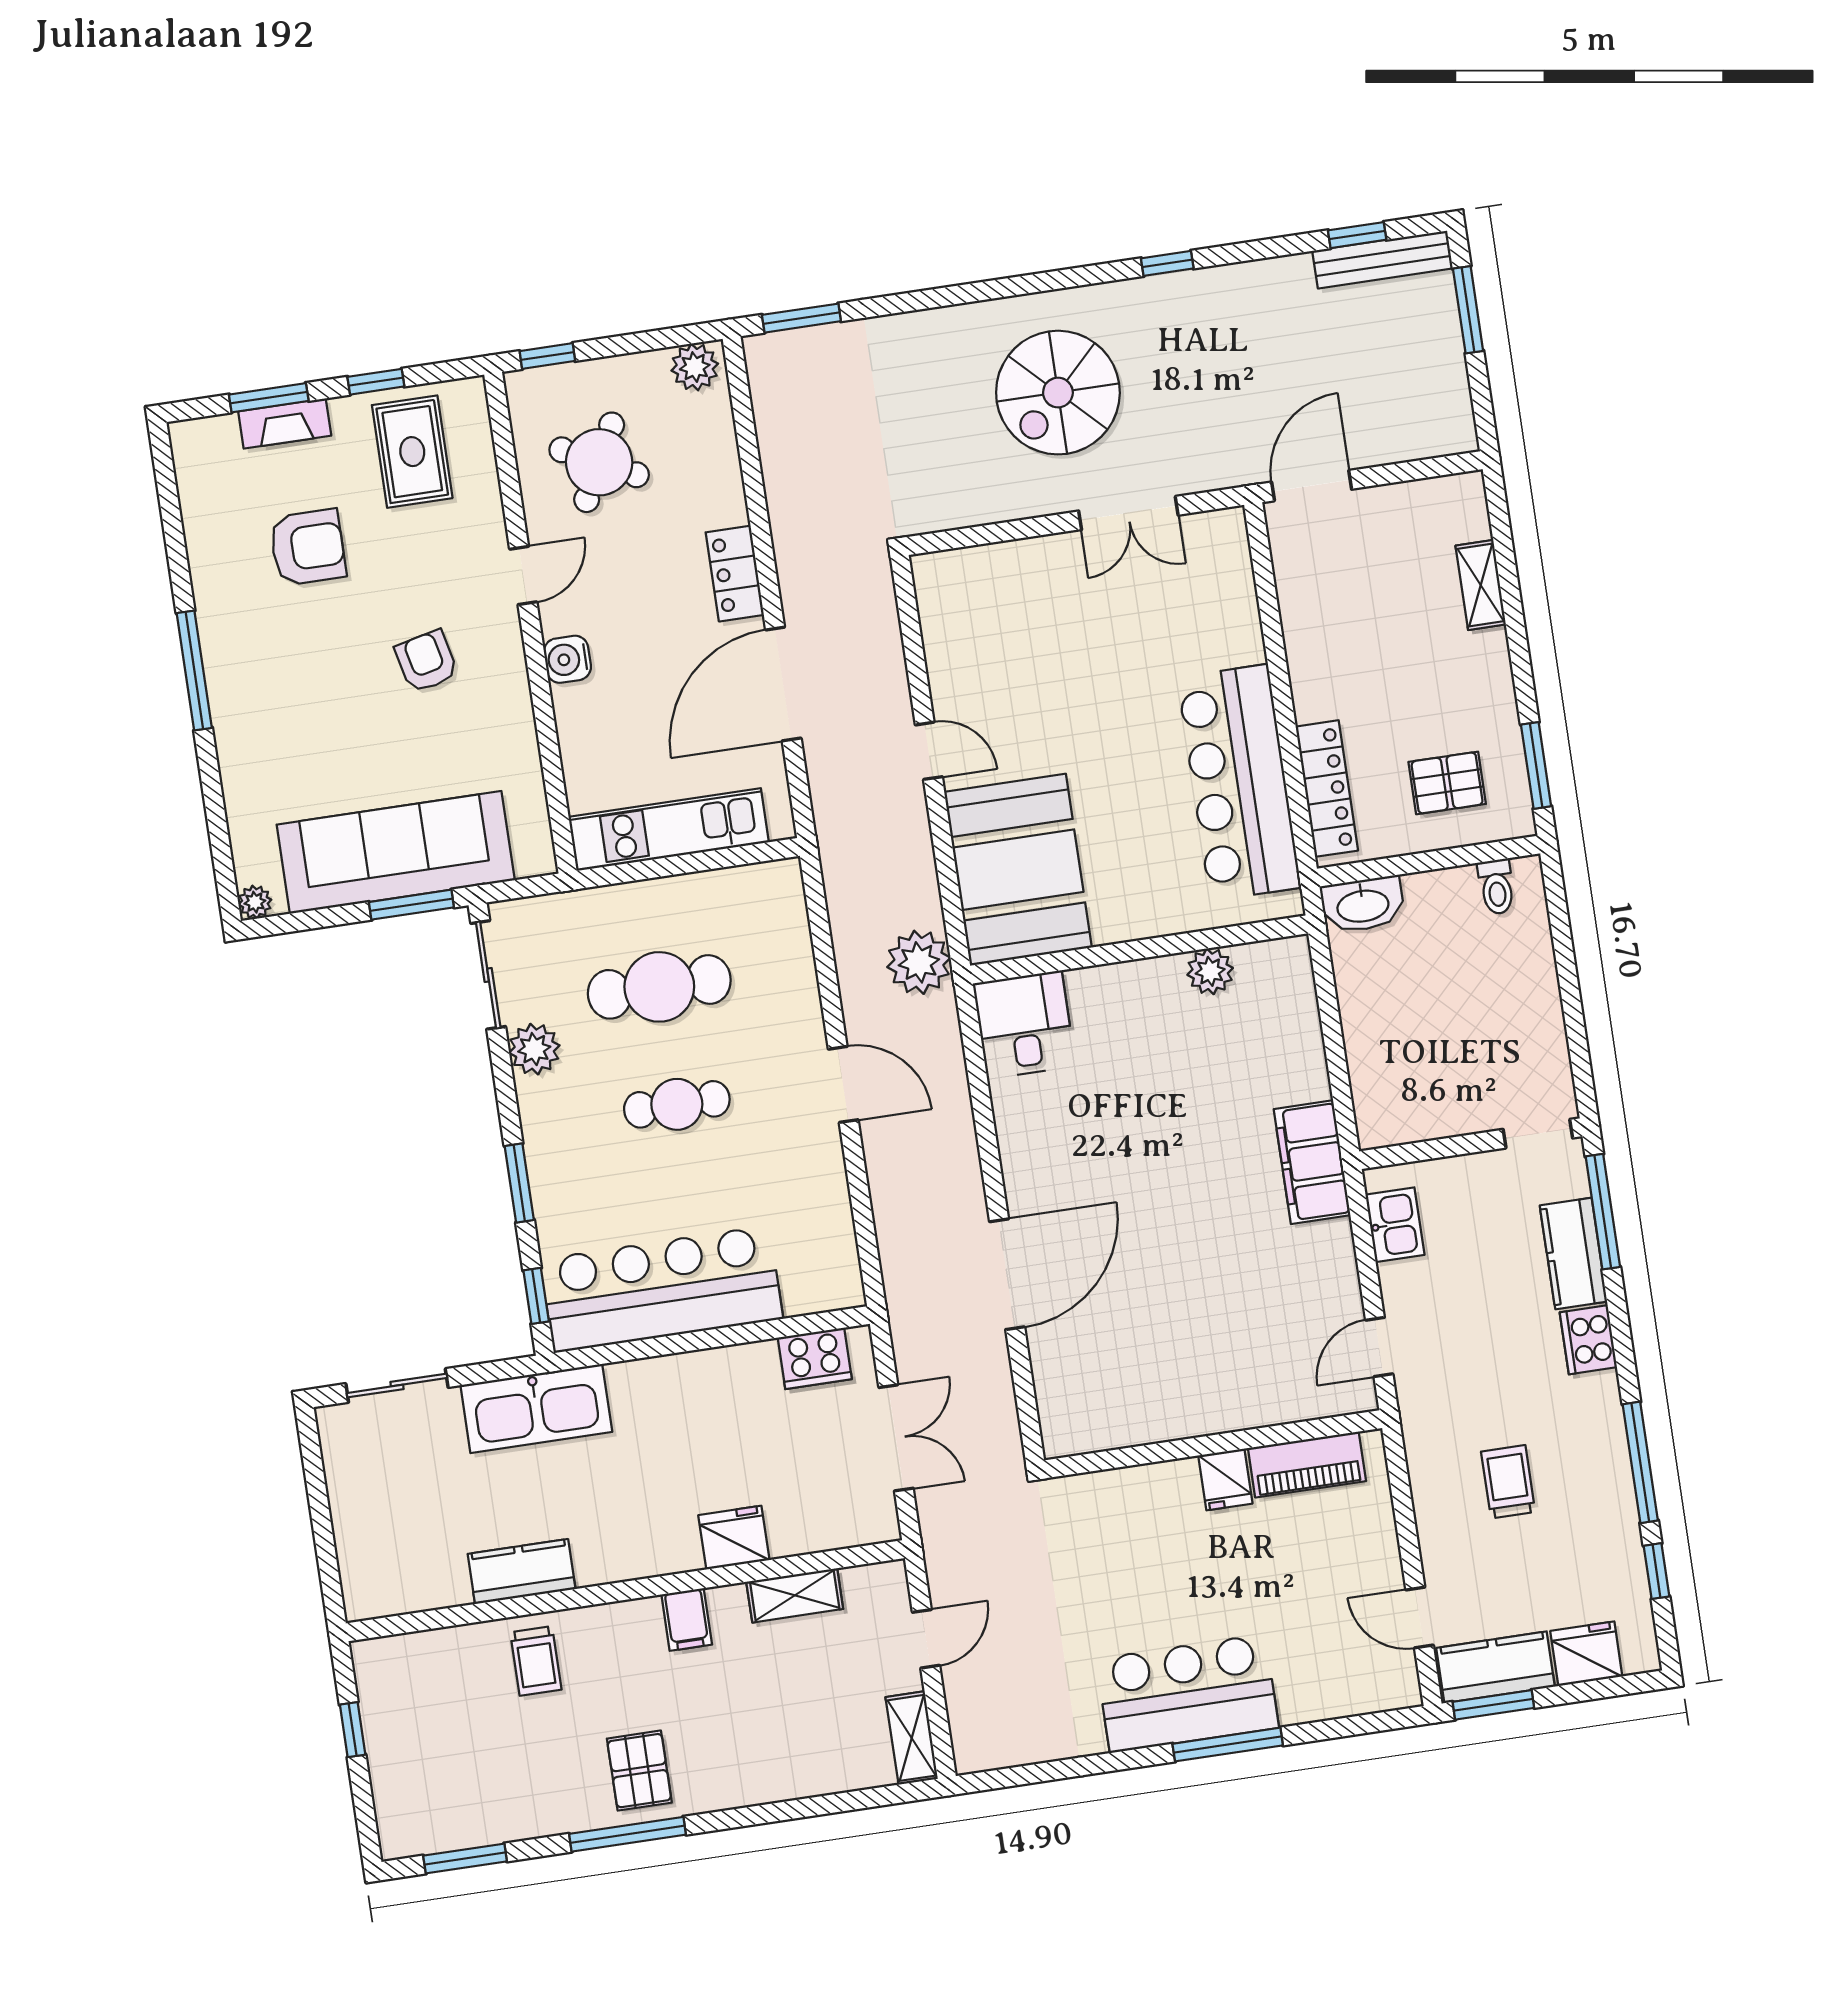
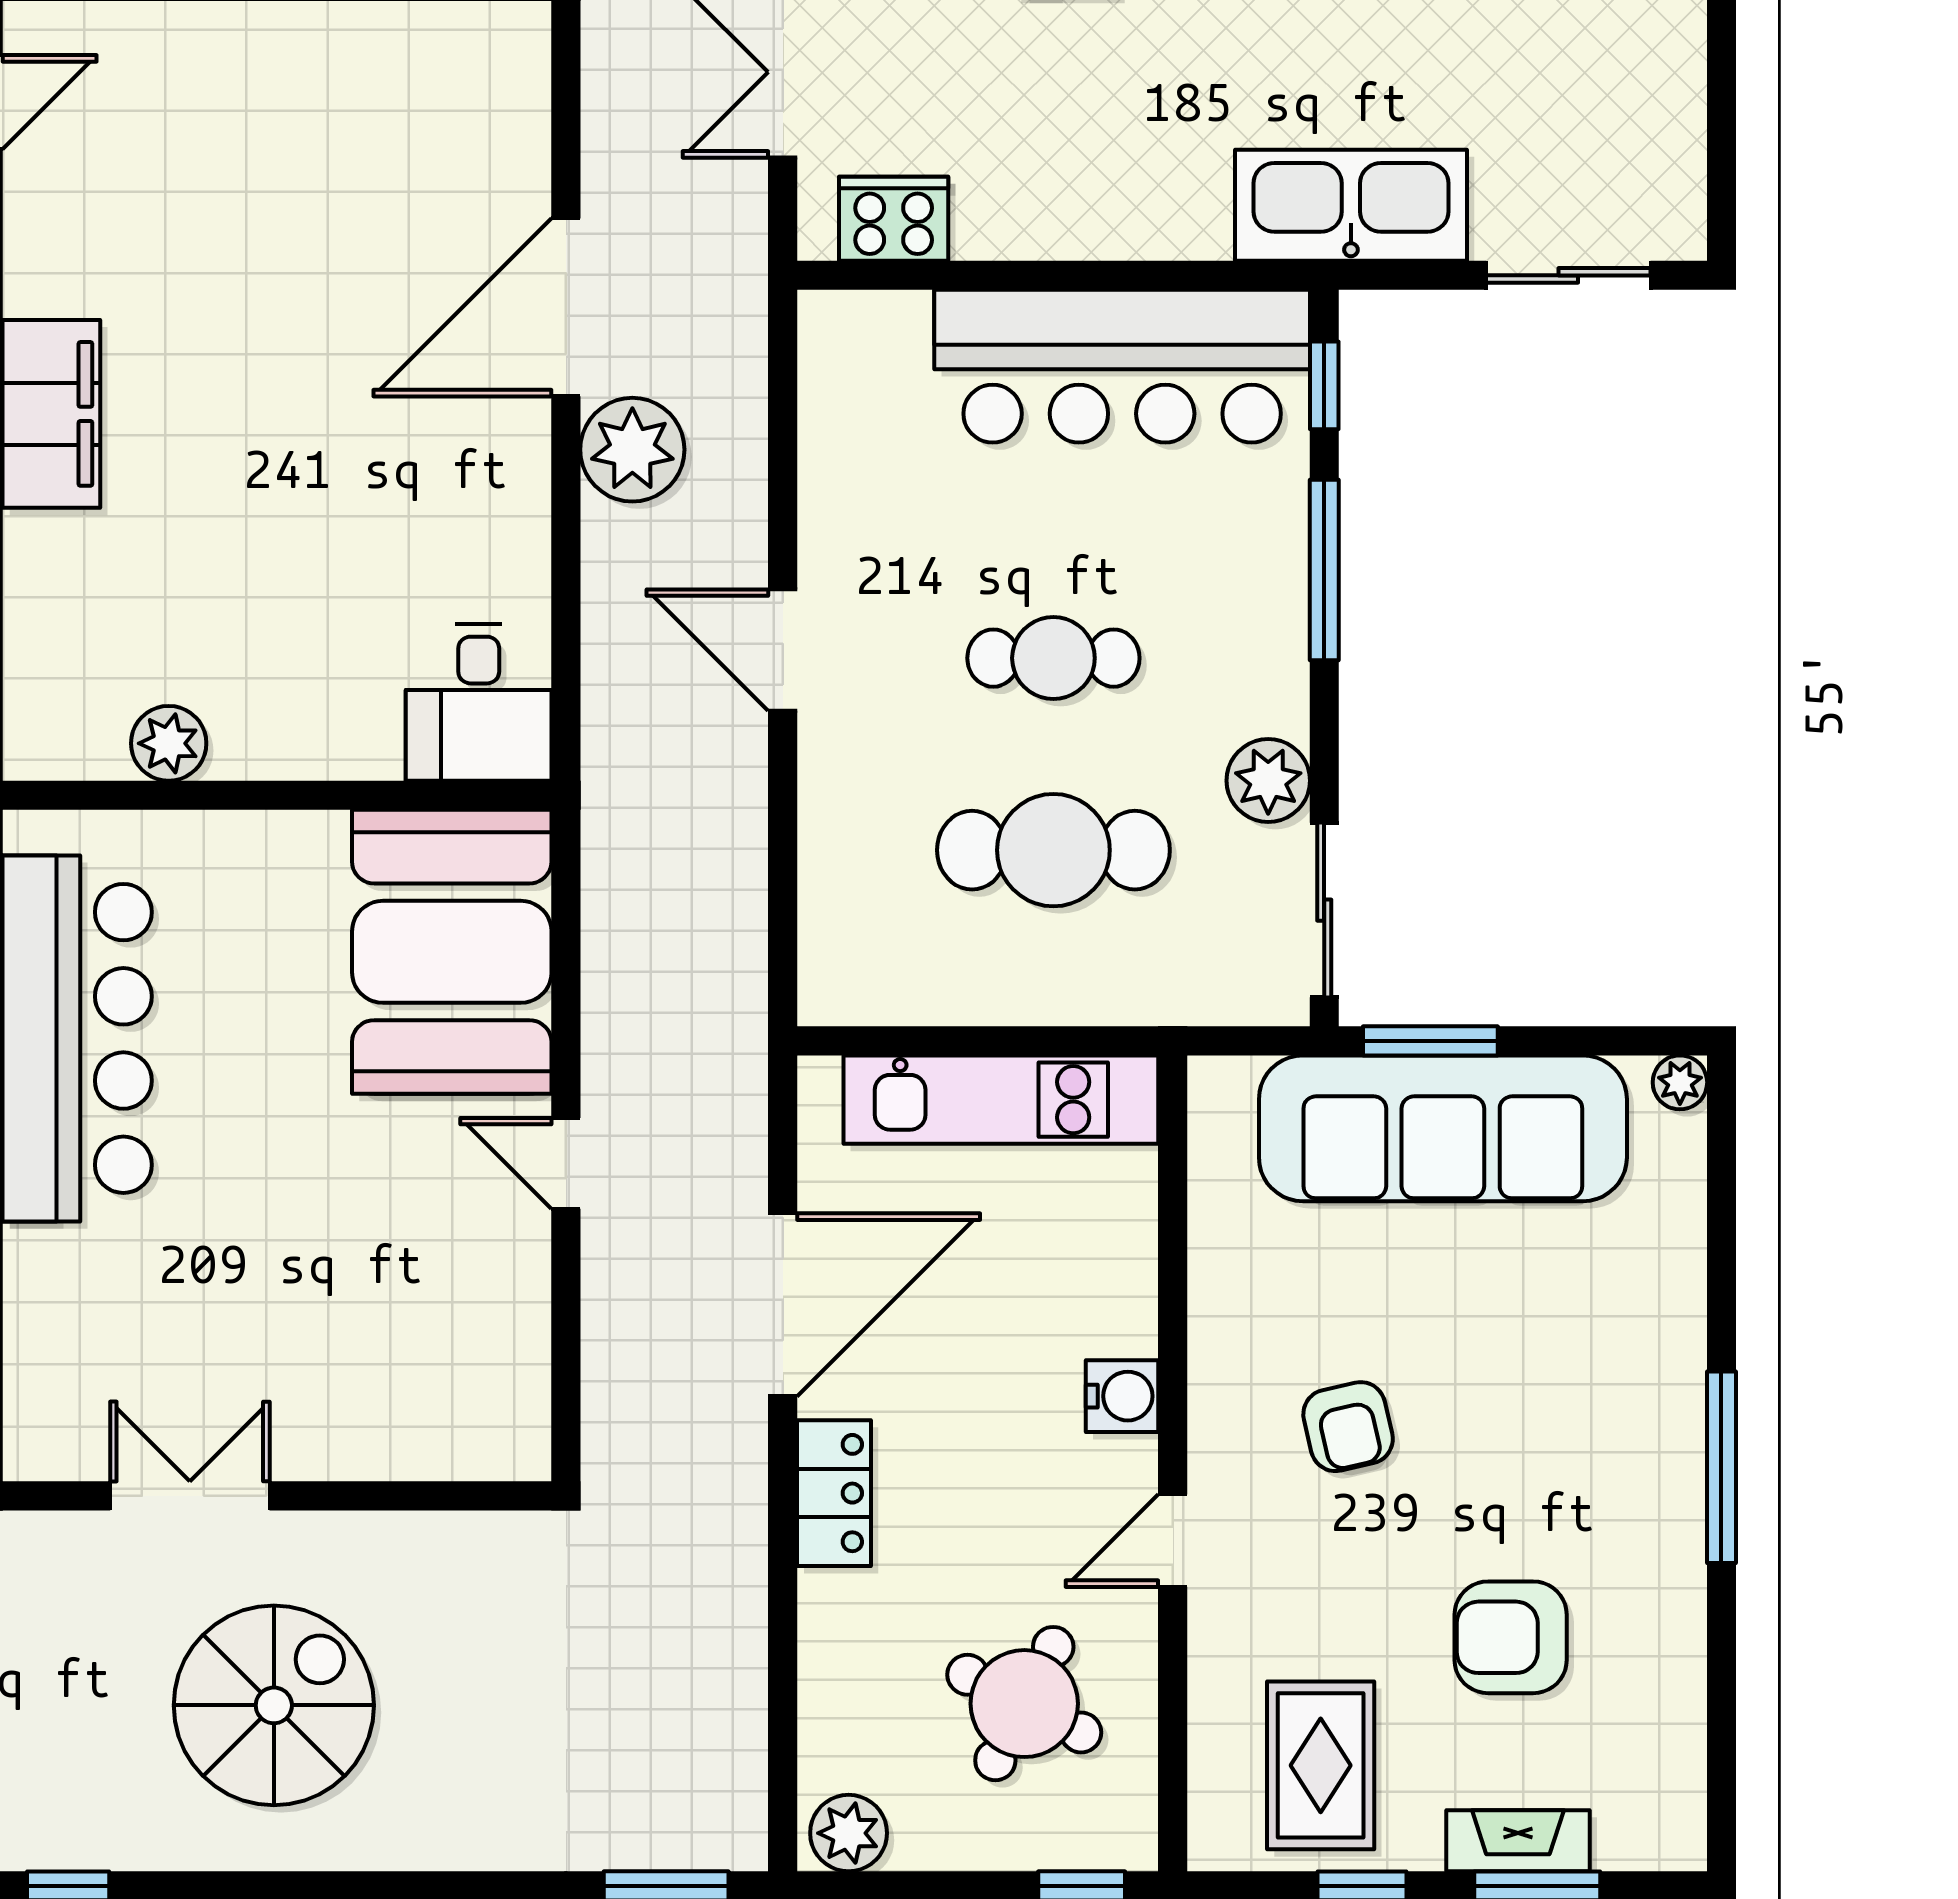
plant: (919, 962) -> (632, 450), moved
window: (519, 1183) -> (1324, 570), width x1.44

